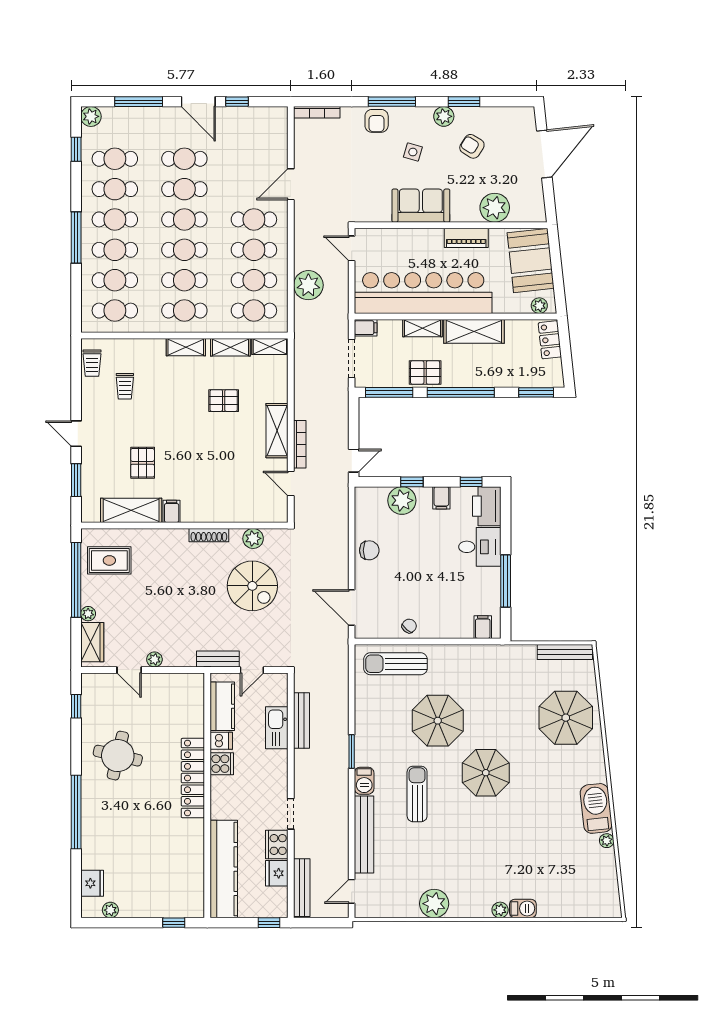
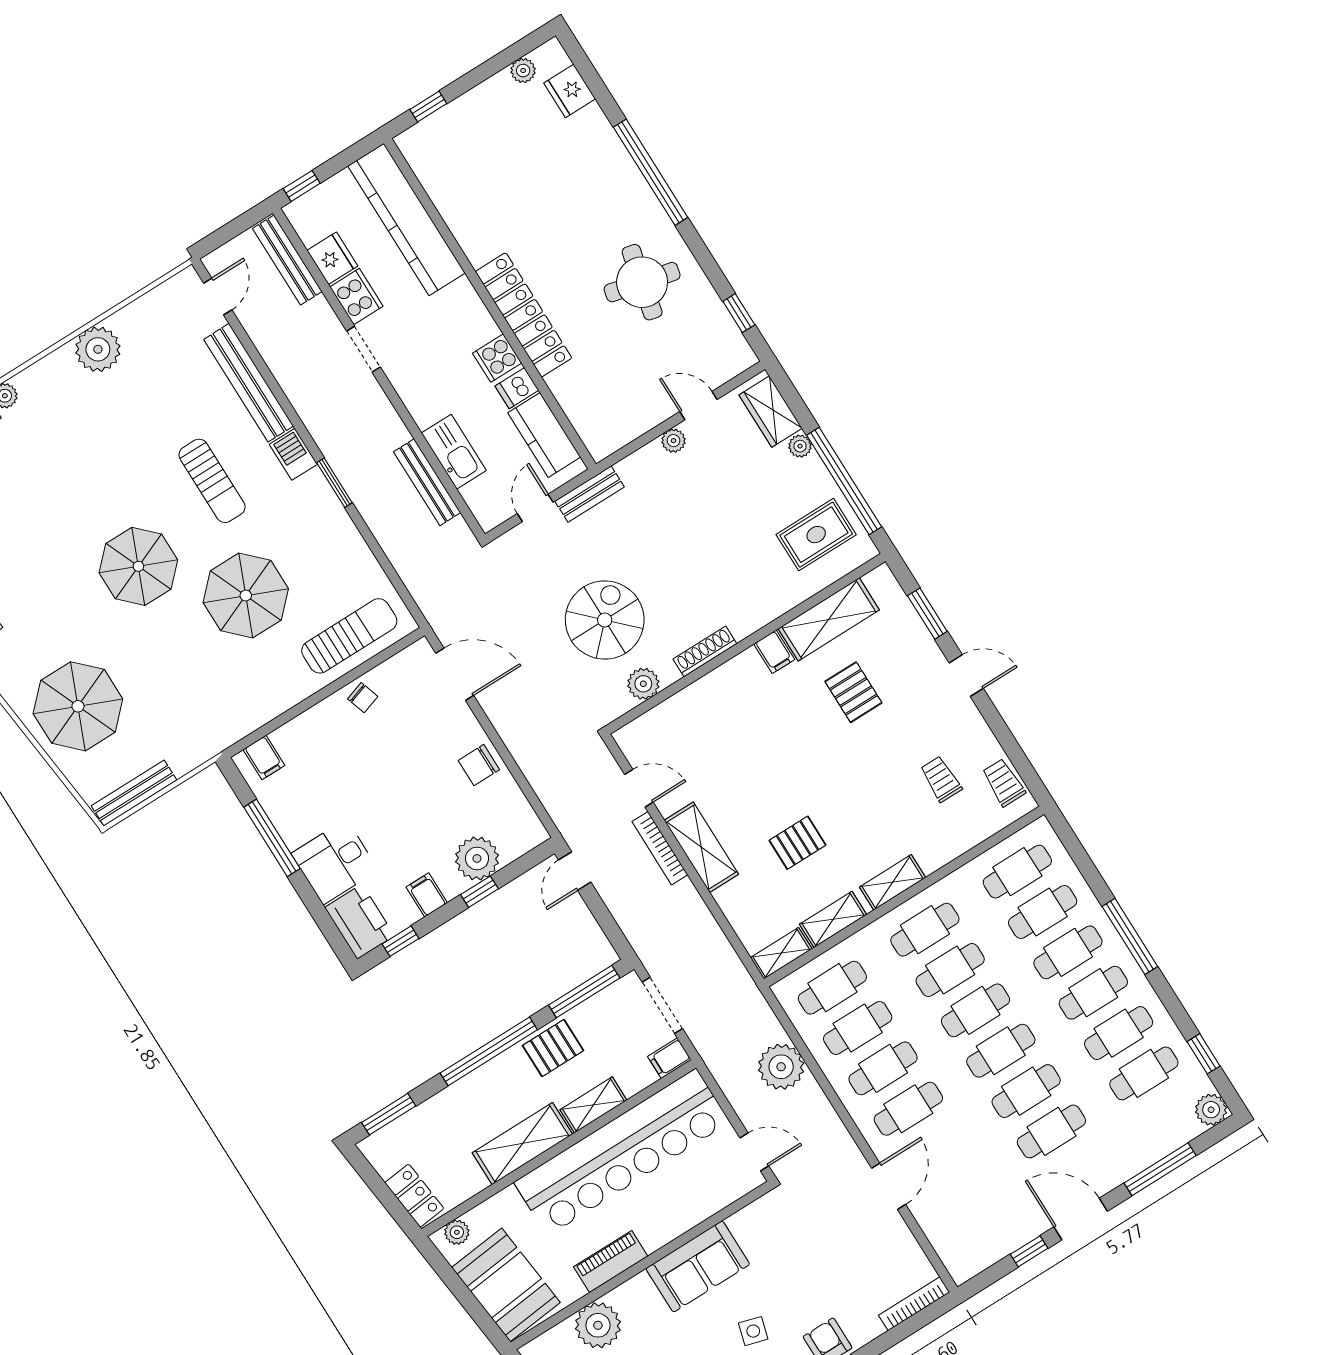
spiral stairs: (252, 586) -> (605, 620), turned 90
chair: (409, 626) -> (363, 698), turned -59

